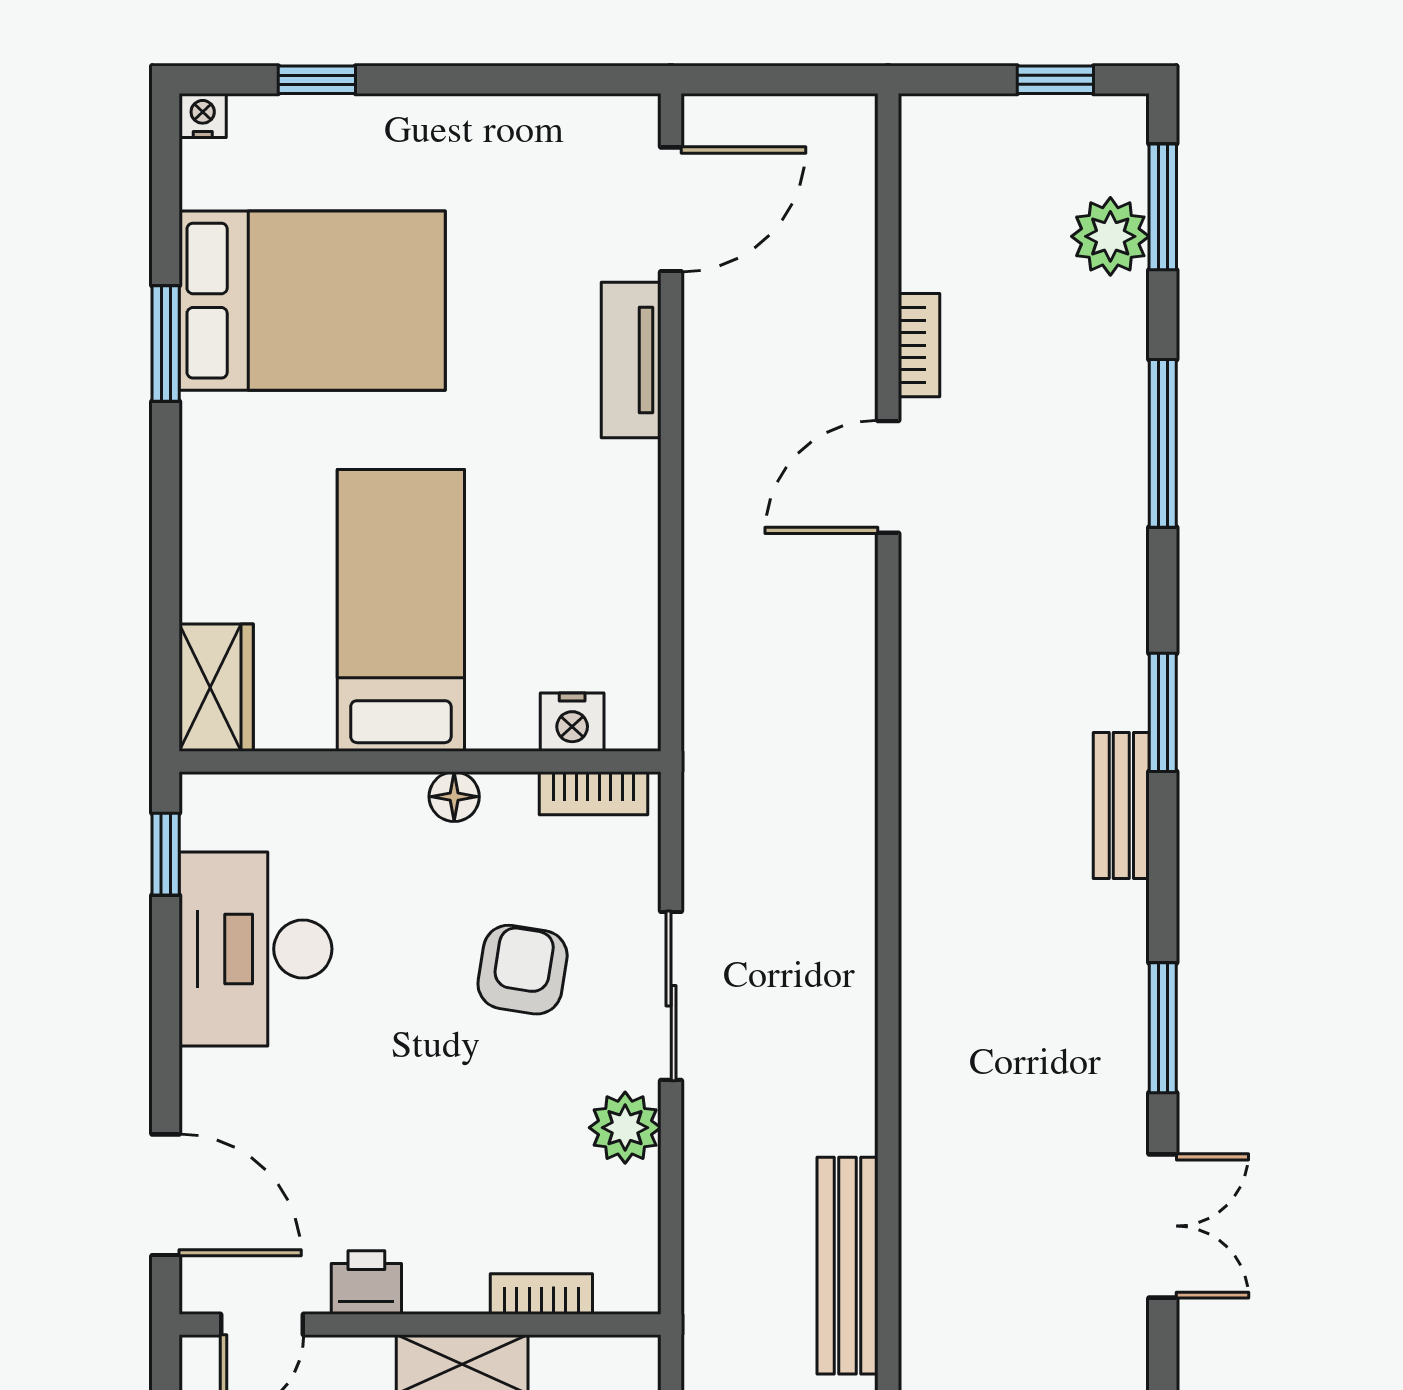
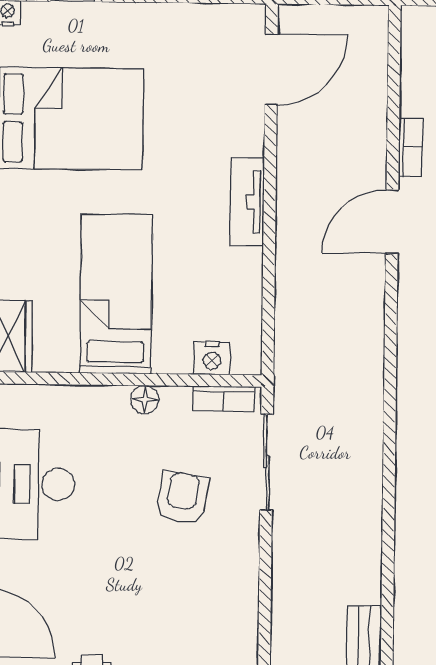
tv unit: (631, 360) -> (247, 202), moved
sliding door: (671, 996) -> (266, 462), moved
plant: (625, 1128) -> (239, 588), removed

